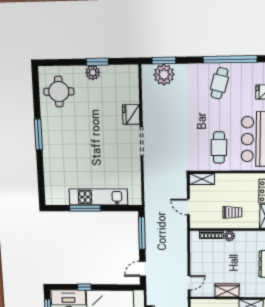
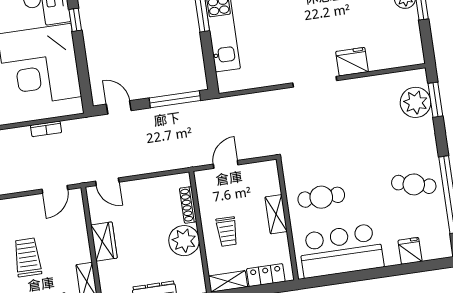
shelving: (202, 179) -> (276, 214), moved
plant: (229, 236) -> (184, 241), width x1.87, depth x1.87

